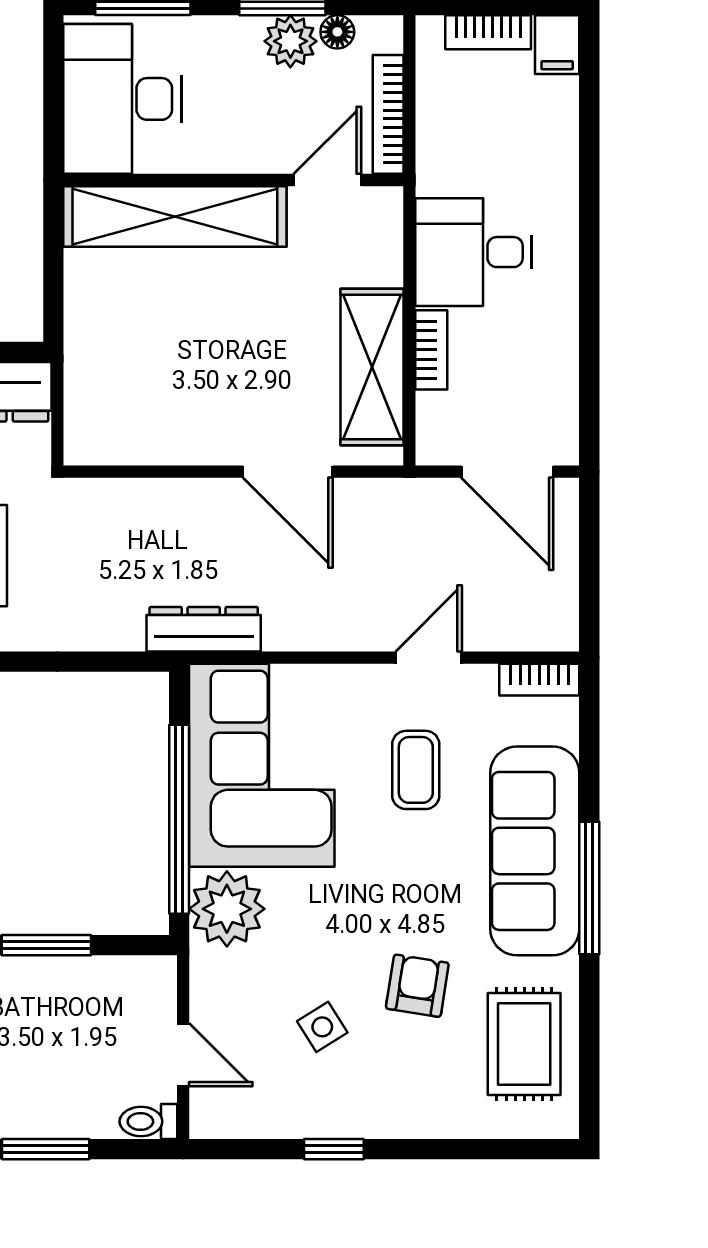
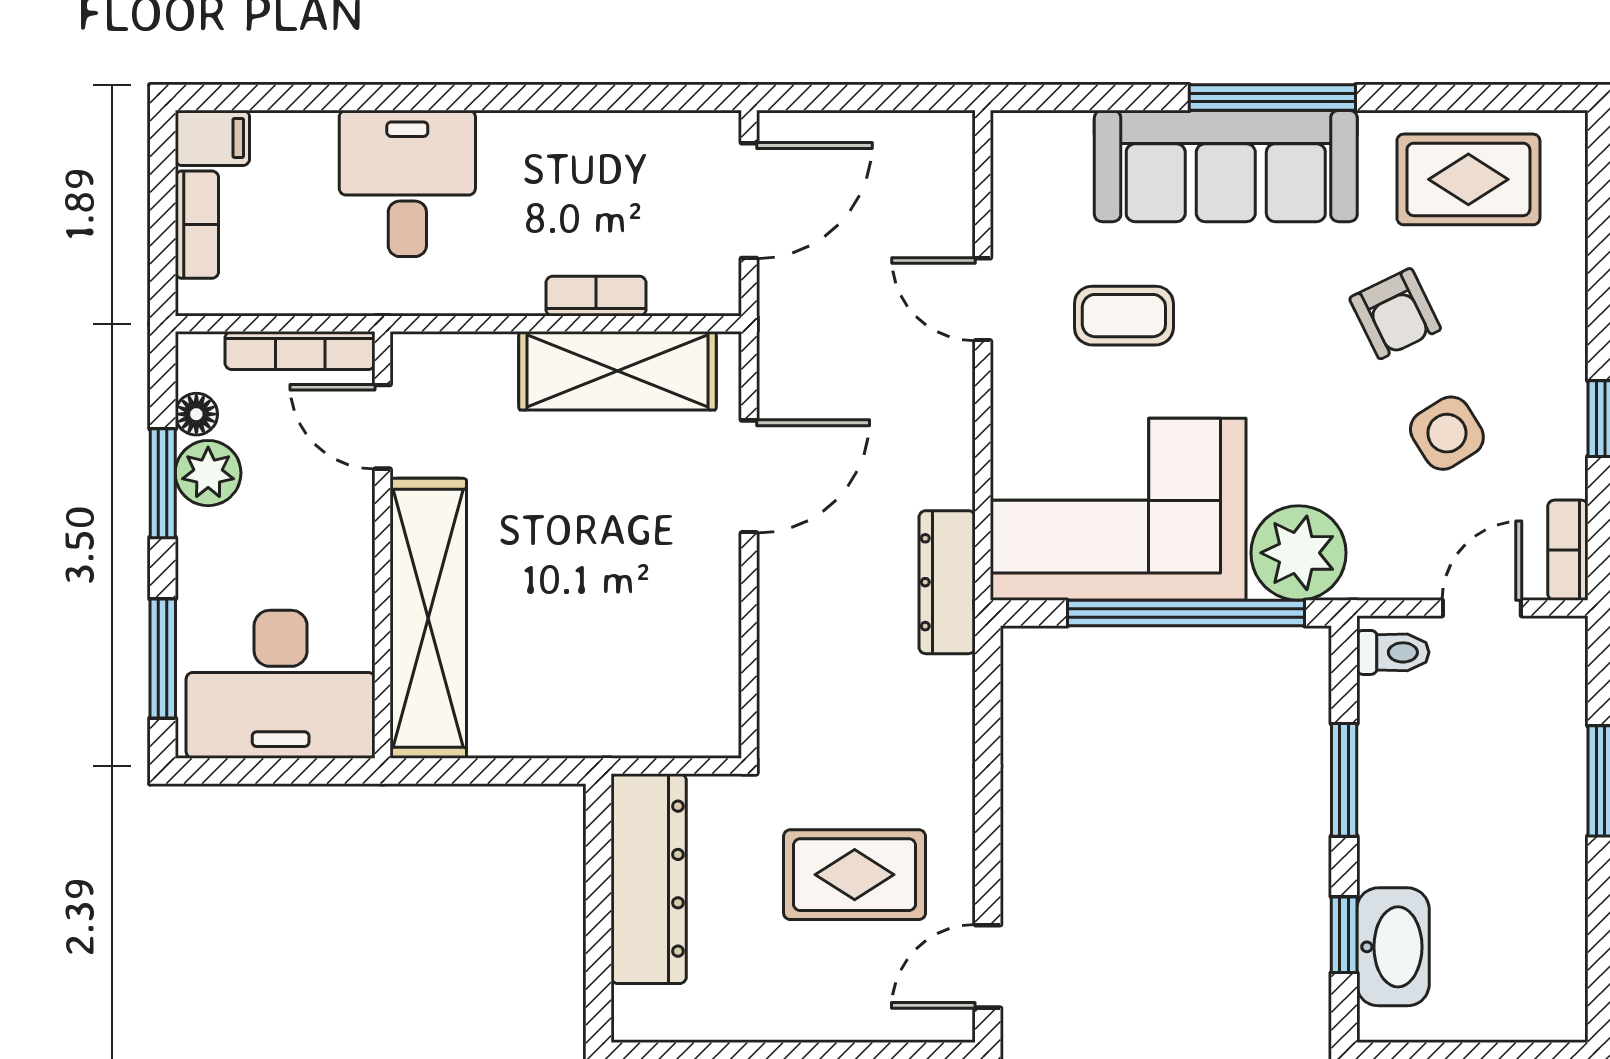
desk: (474, 252) -> (407, 183), moved, turned 180
bookcase: (539, 680) -> (1568, 550), moved, turned 180
armchair: (417, 986) -> (1395, 314), turned -125
side table: (322, 1027) -> (1447, 433), width x1.37, depth x1.37
toilet: (148, 1122) -> (1393, 652), moved, turned -90

